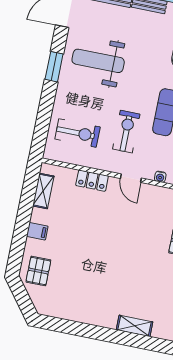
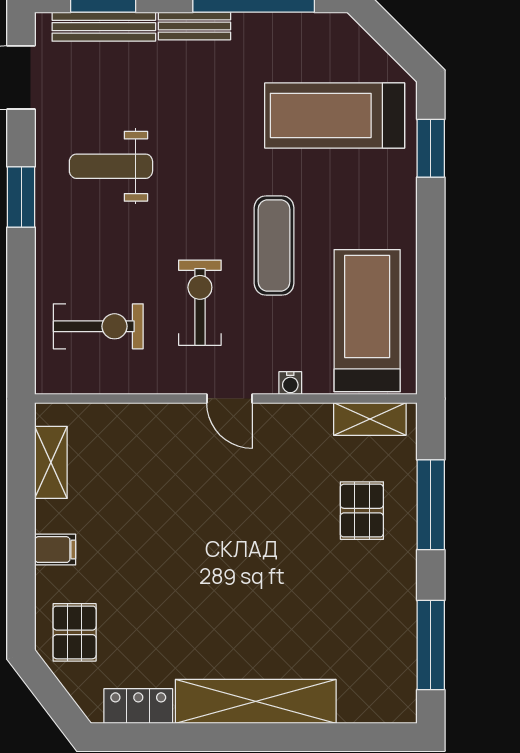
weight bench: (98, 61) -> (111, 166), width x0.73, depth x0.75
locker: (92, 181) -> (138, 706), moved, turned 180
shelving: (135, 326) -> (256, 701), width x2.20, depth x1.33

